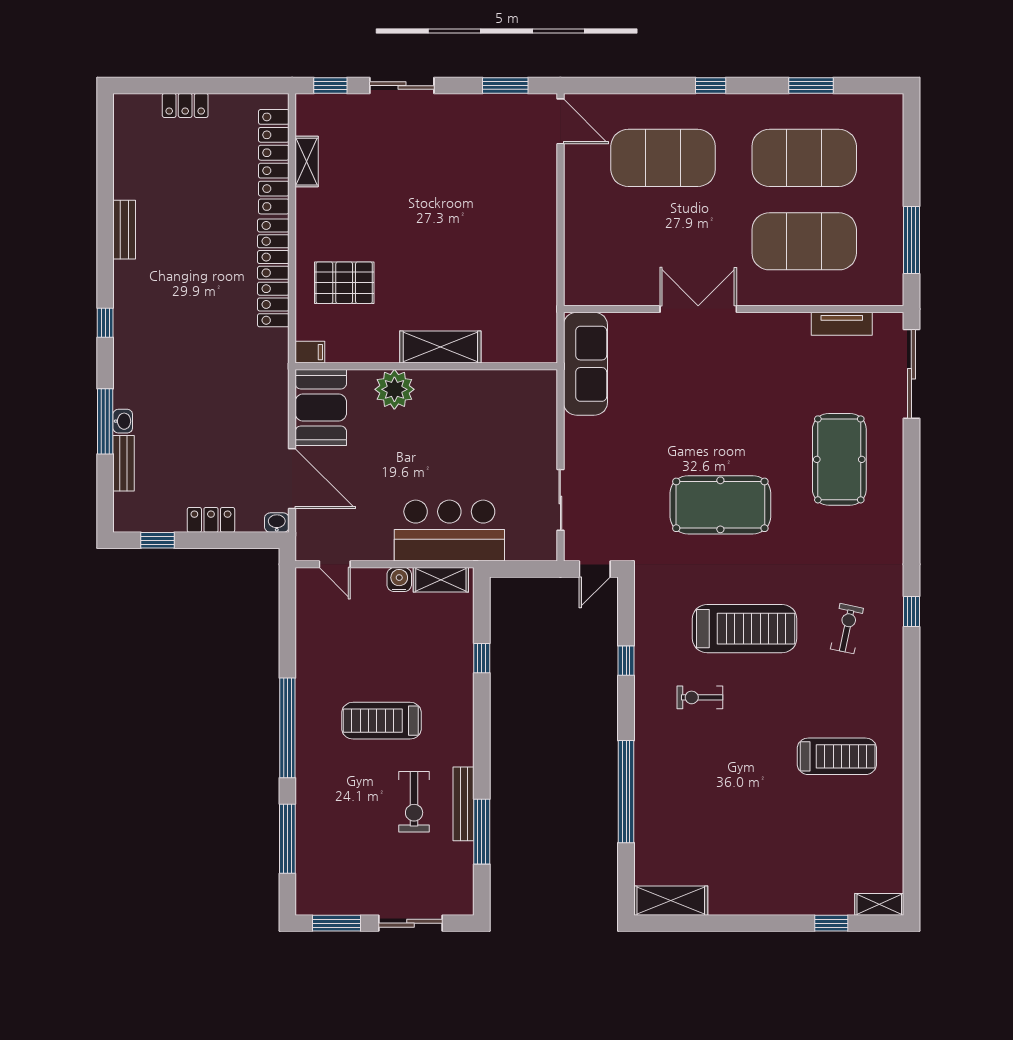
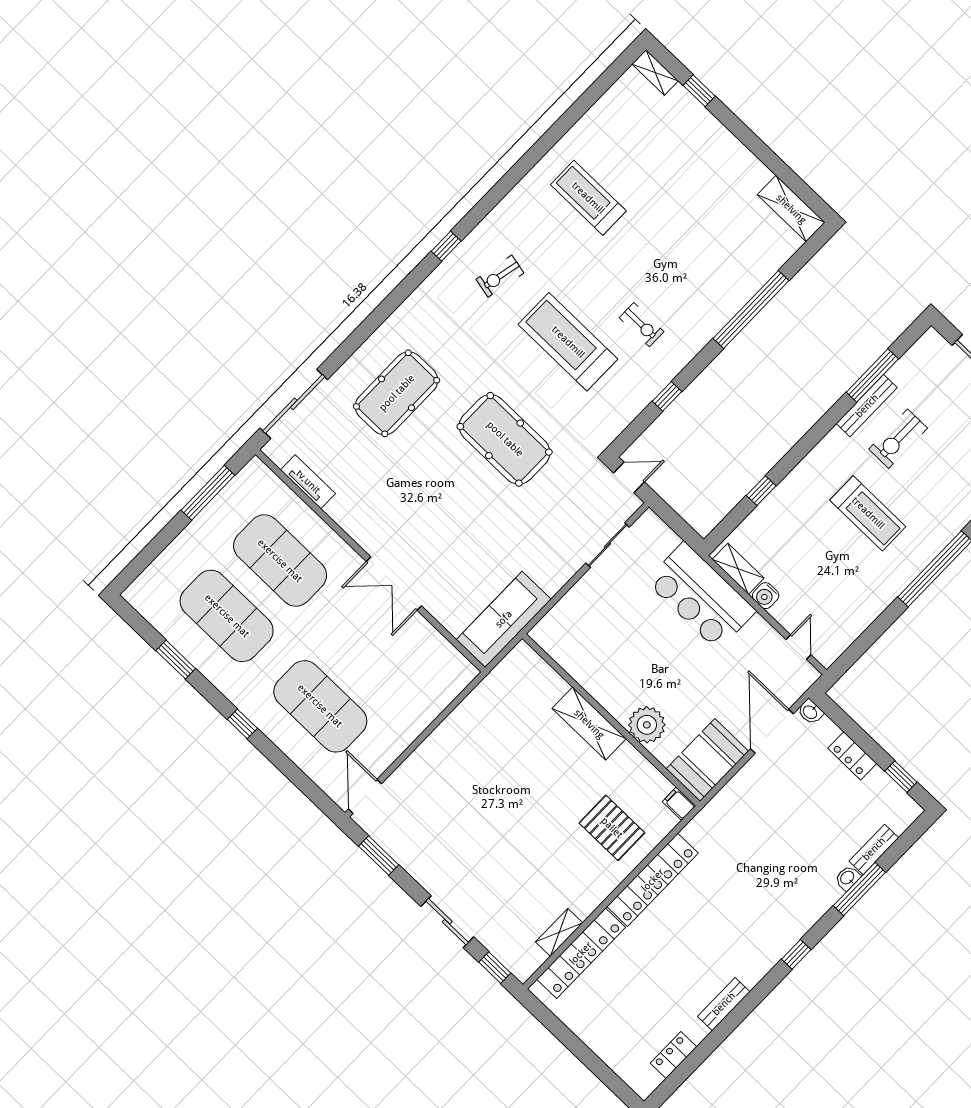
locker: (185, 105) -> (674, 1055), moved, turned -90
exercise bike: (414, 802) -> (898, 439), turned 180

